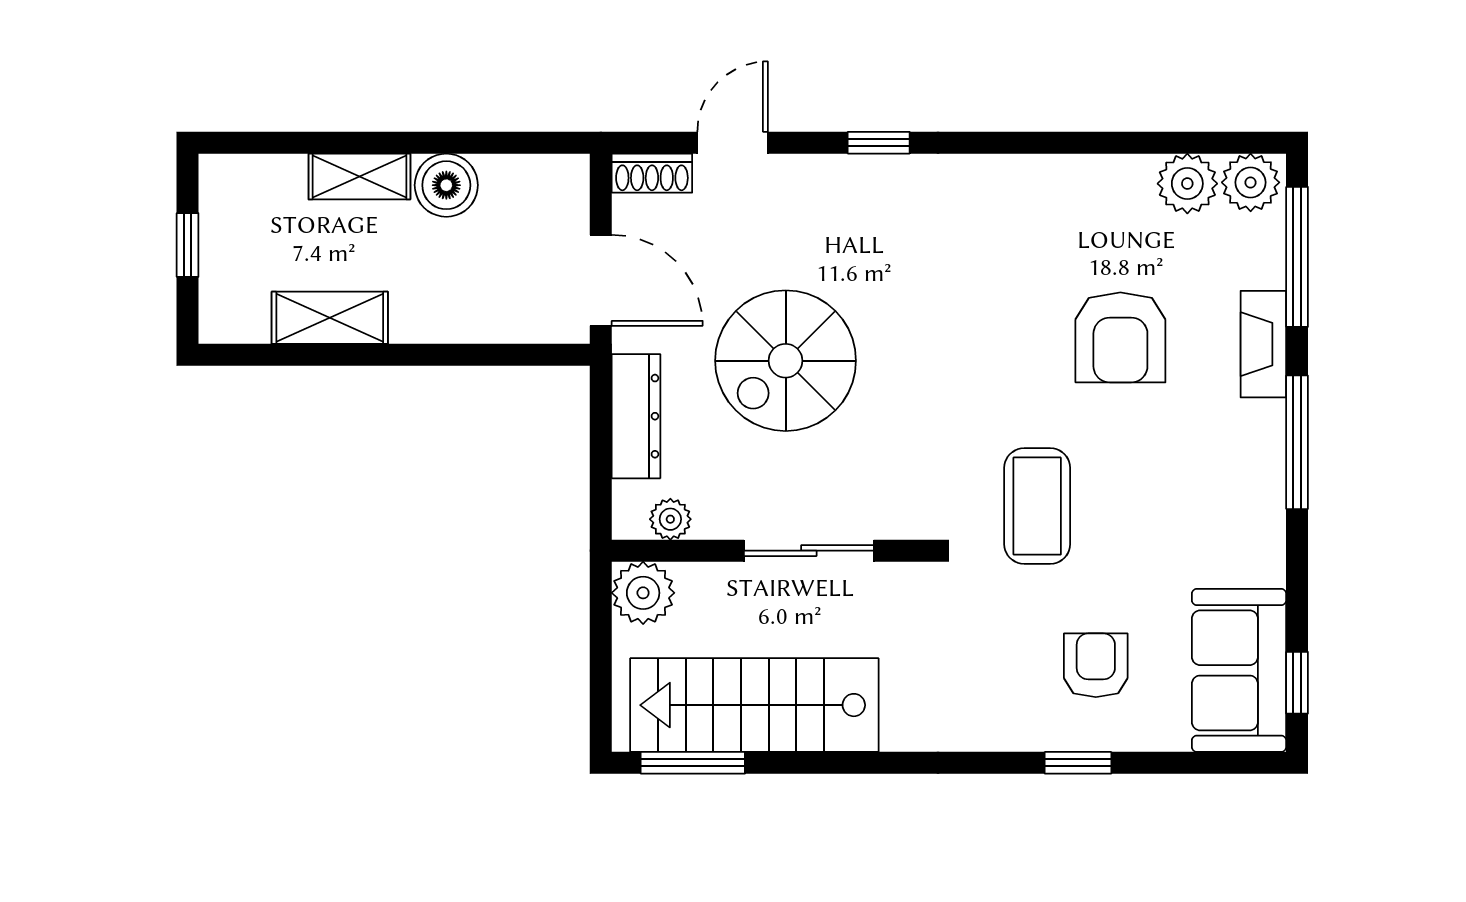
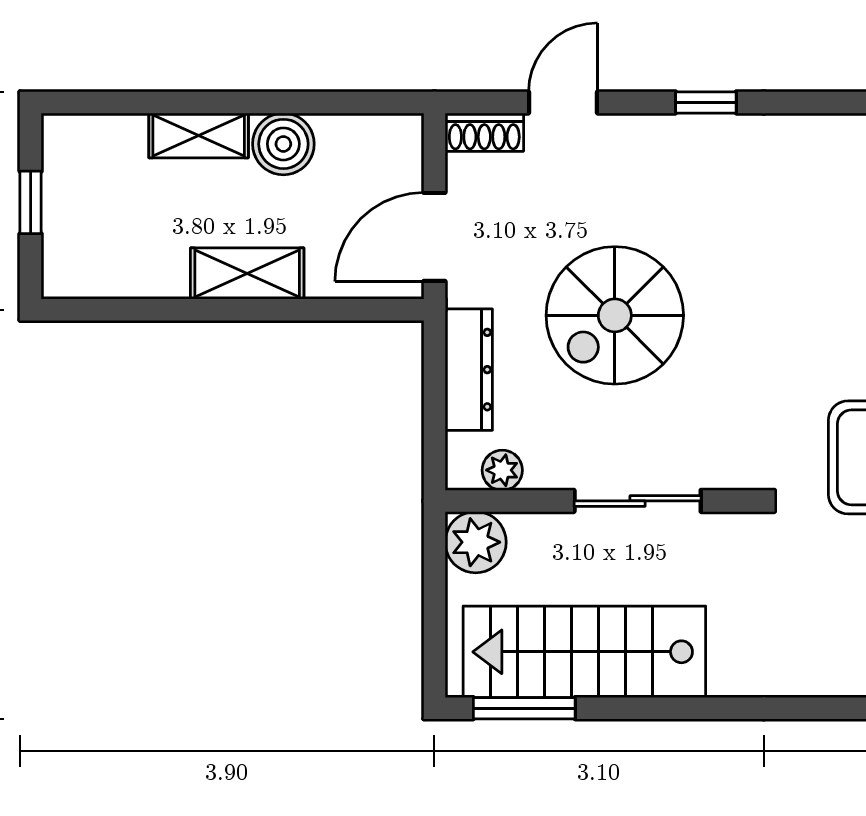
door: (601, 280) -> (434, 237), swing flipped
shelving: (330, 318) -> (247, 274), moved

